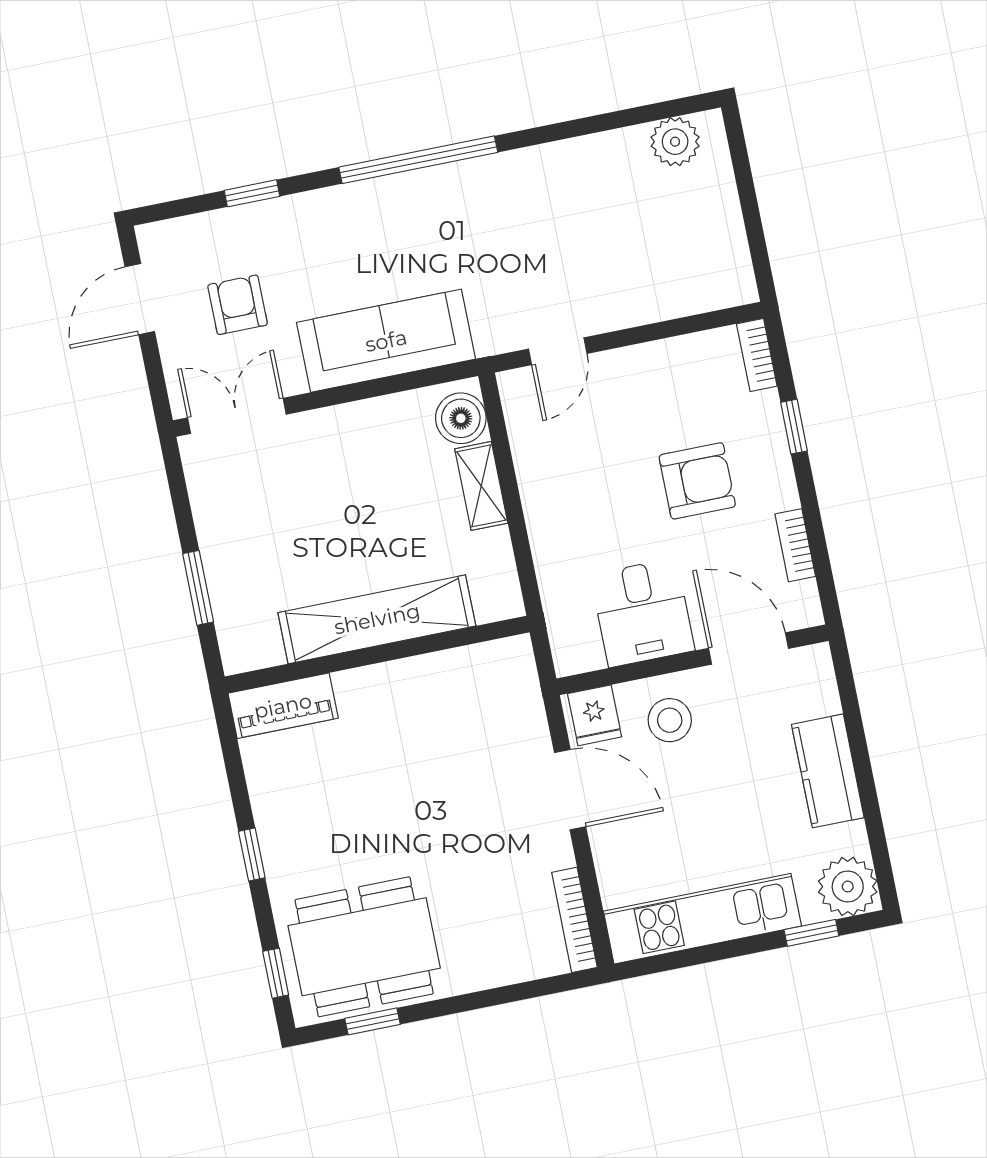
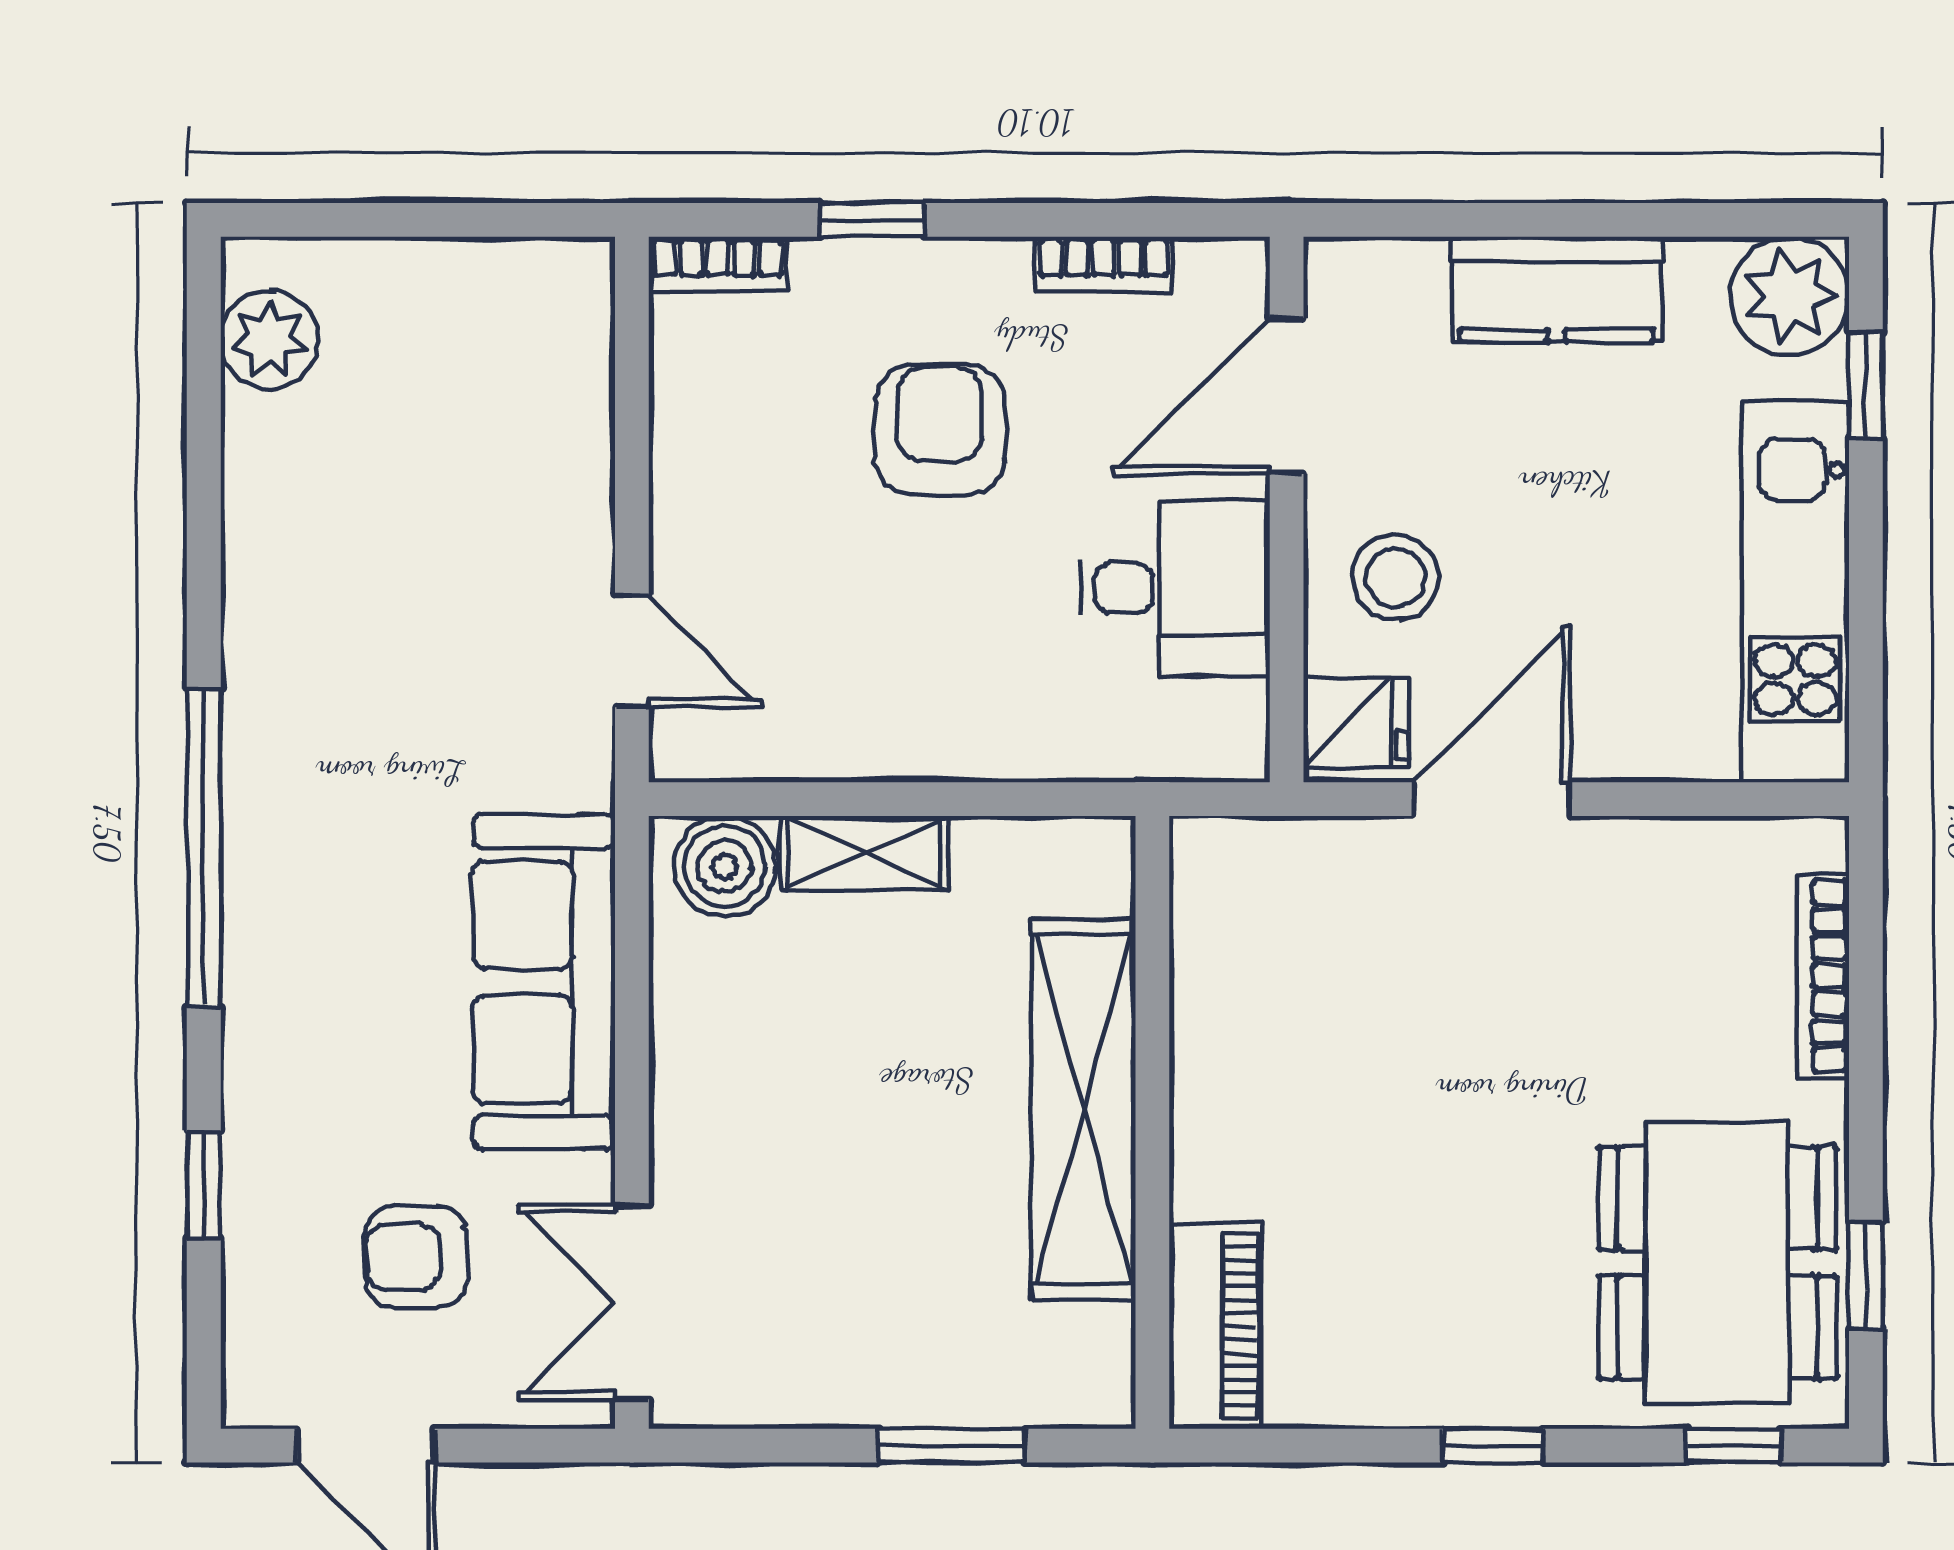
bookcase: (574, 920) -> (1823, 976), moved, turned 90

